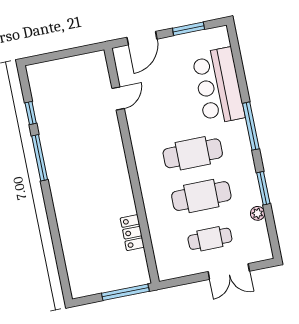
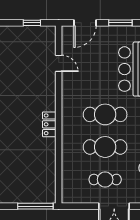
window: (72, 52) -> (32, 23), added
door: (118, 98) -> (59, 63), hinge flipped
locker: (132, 233) -> (49, 124), moved

